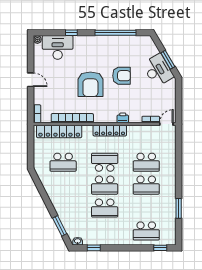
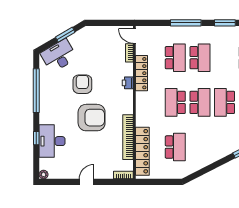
desk: (58, 47) -> (52, 141), moved
desk: (158, 70) -> (59, 56), moved
locker: (110, 131) -> (141, 73), moved
window: (179, 172) -> (186, 23), added
school desk: (105, 208) -> (225, 102), turned 180

